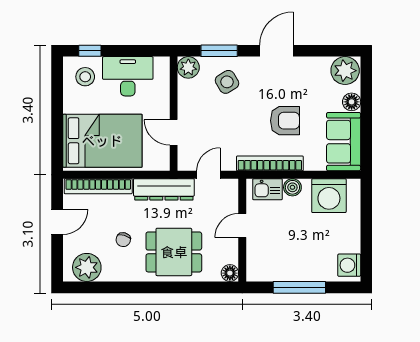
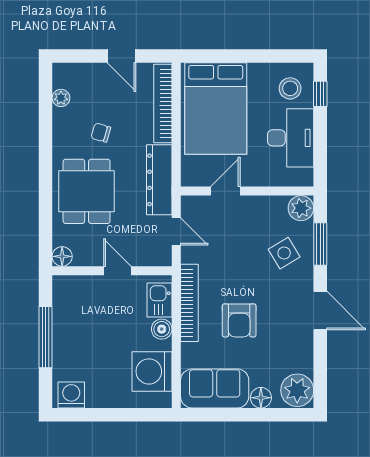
plant: (87, 267) -> (61, 98), width x0.53, depth x0.53

